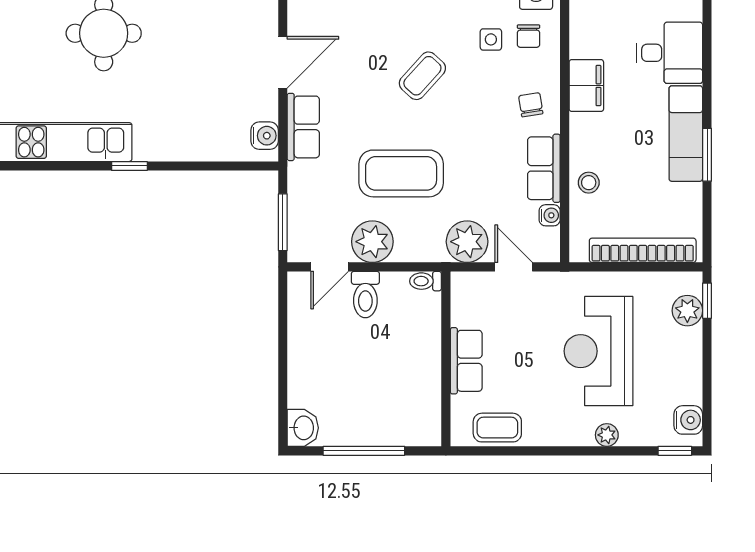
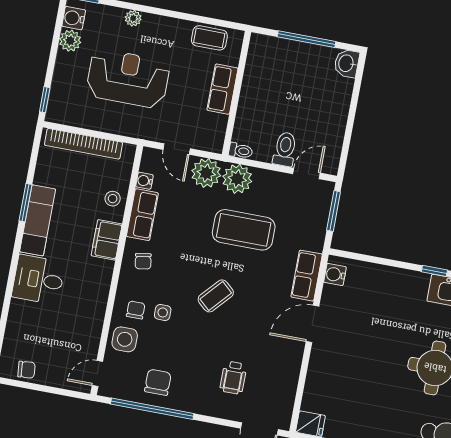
filing cabinet: (586, 86) -> (107, 240), moved
plant: (372, 242) -> (237, 179), moved
plant: (687, 311) -> (70, 41), moved
reception desk: (598, 351) -> (128, 79), turned -90

